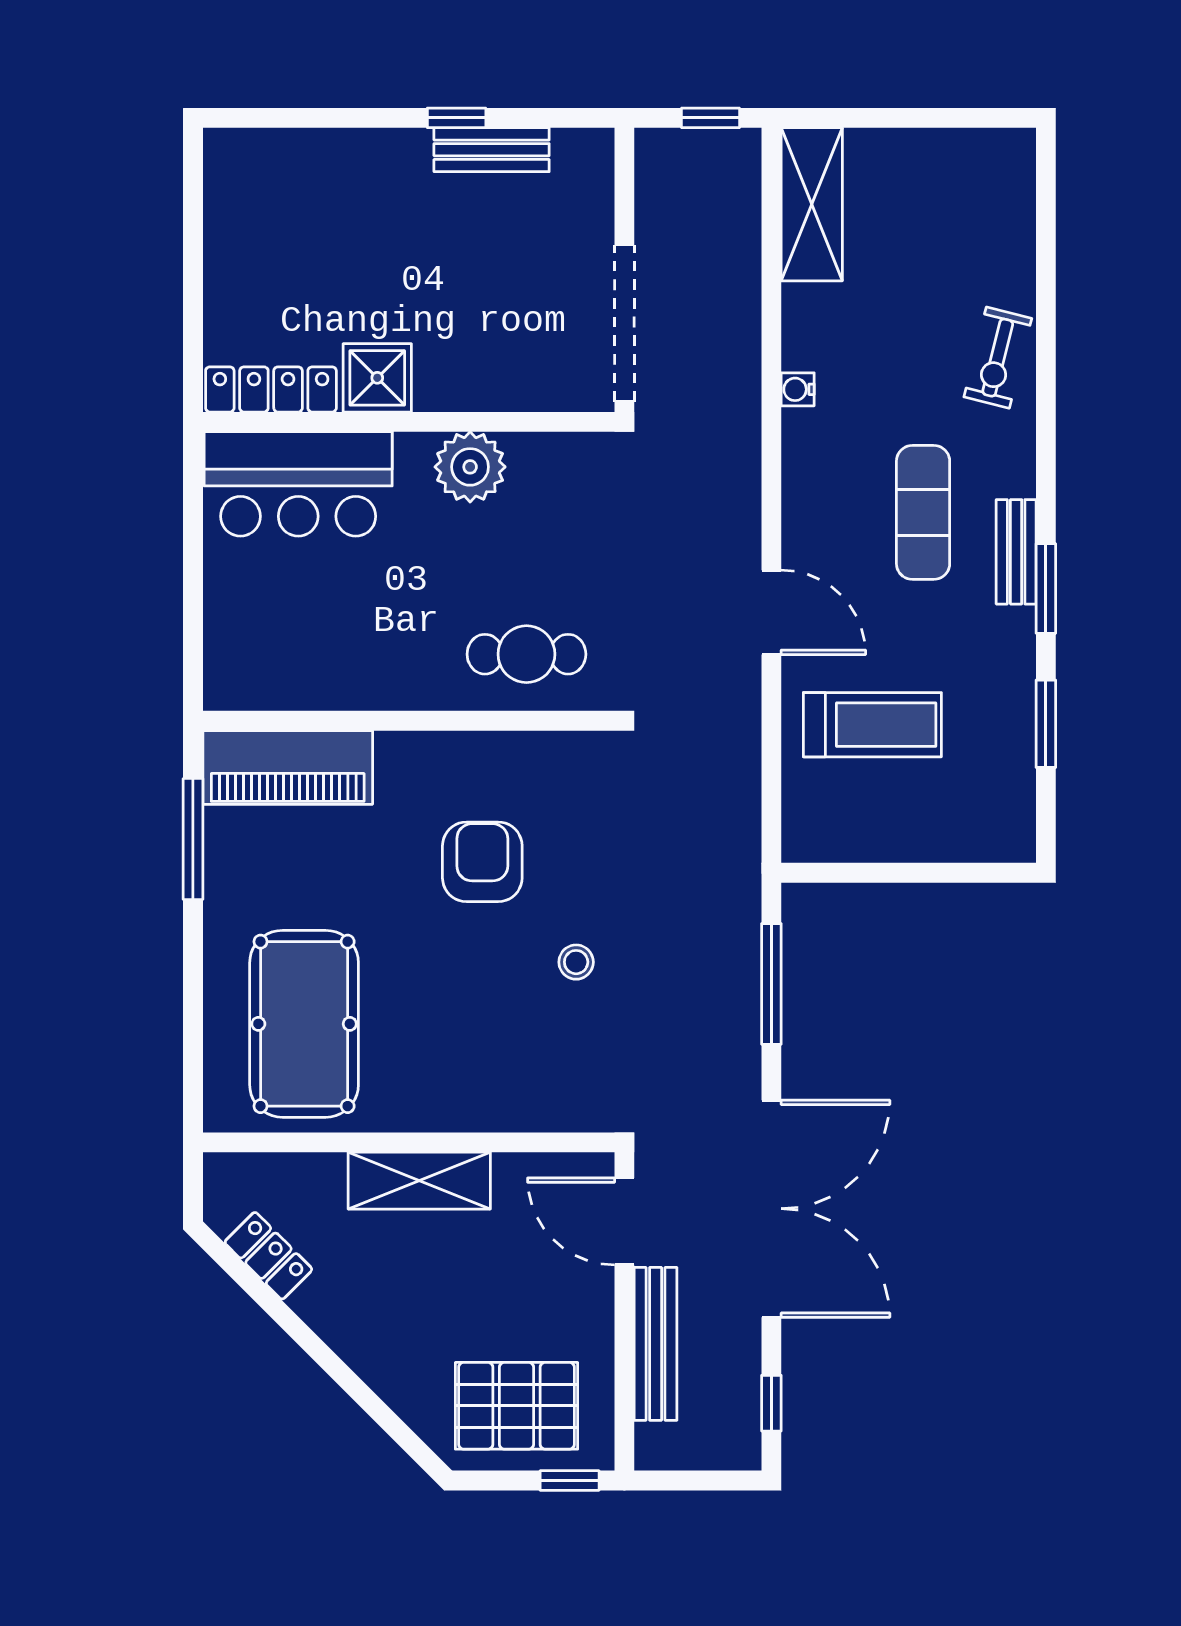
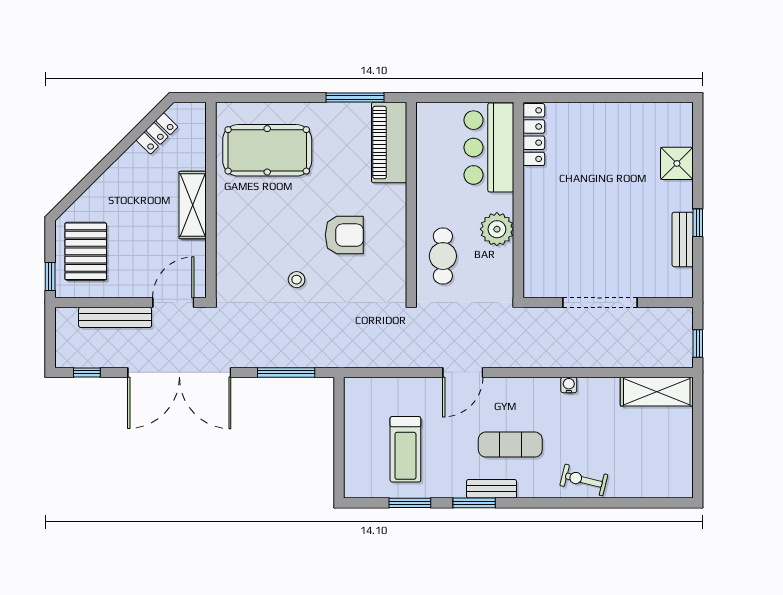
shower: (377, 378) -> (677, 163), moved
locker: (271, 389) -> (534, 135), moved
wall: (409, 422) -> (518, 200), moved
plant: (470, 467) -> (497, 229), moved
bar counter: (298, 484) -> (489, 148), moved
treadmill: (872, 725) -> (405, 449), moved

